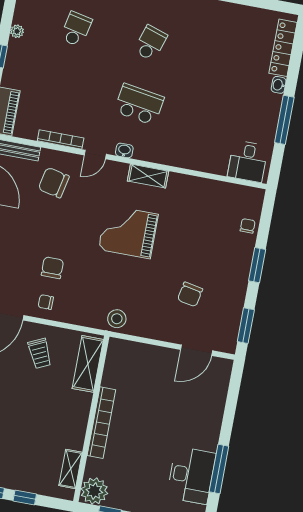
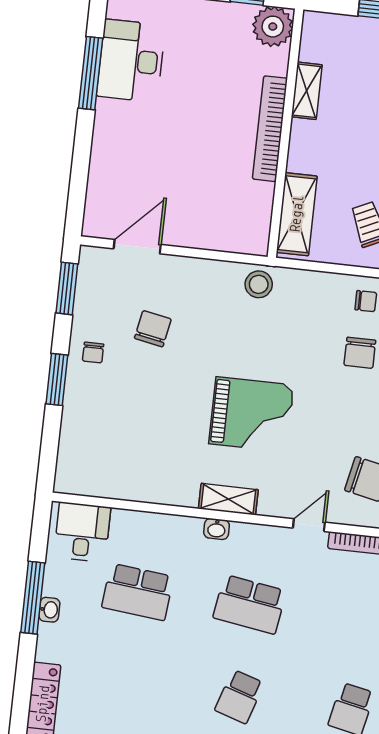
washbasin: (279, 85) -> (49, 610), moved
school desk: (214, 118) -> (138, 592), added
washbasin: (124, 150) -> (217, 529), moved
chair: (248, 226) -> (93, 353), moved
shelving: (71, 469) -> (307, 91), moved

